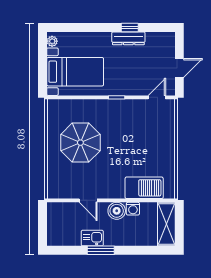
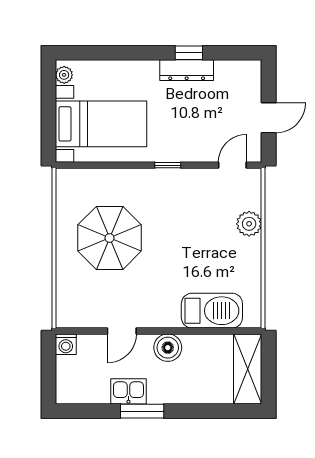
plant: (167, 134) -> (249, 224), added
door: (88, 200) -> (122, 331), hinge flipped
washing machine: (133, 209) -> (66, 344), moved

